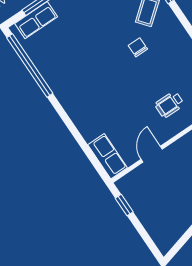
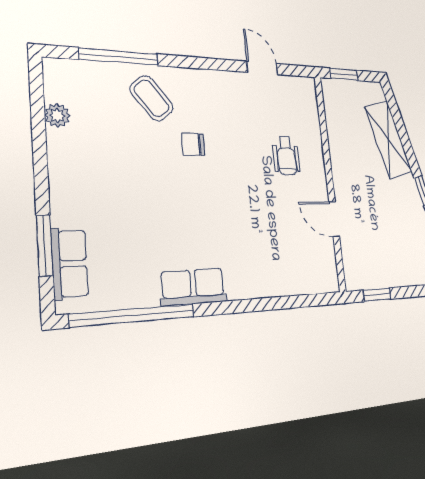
row of seats: (107, 156) -> (193, 287), moved

